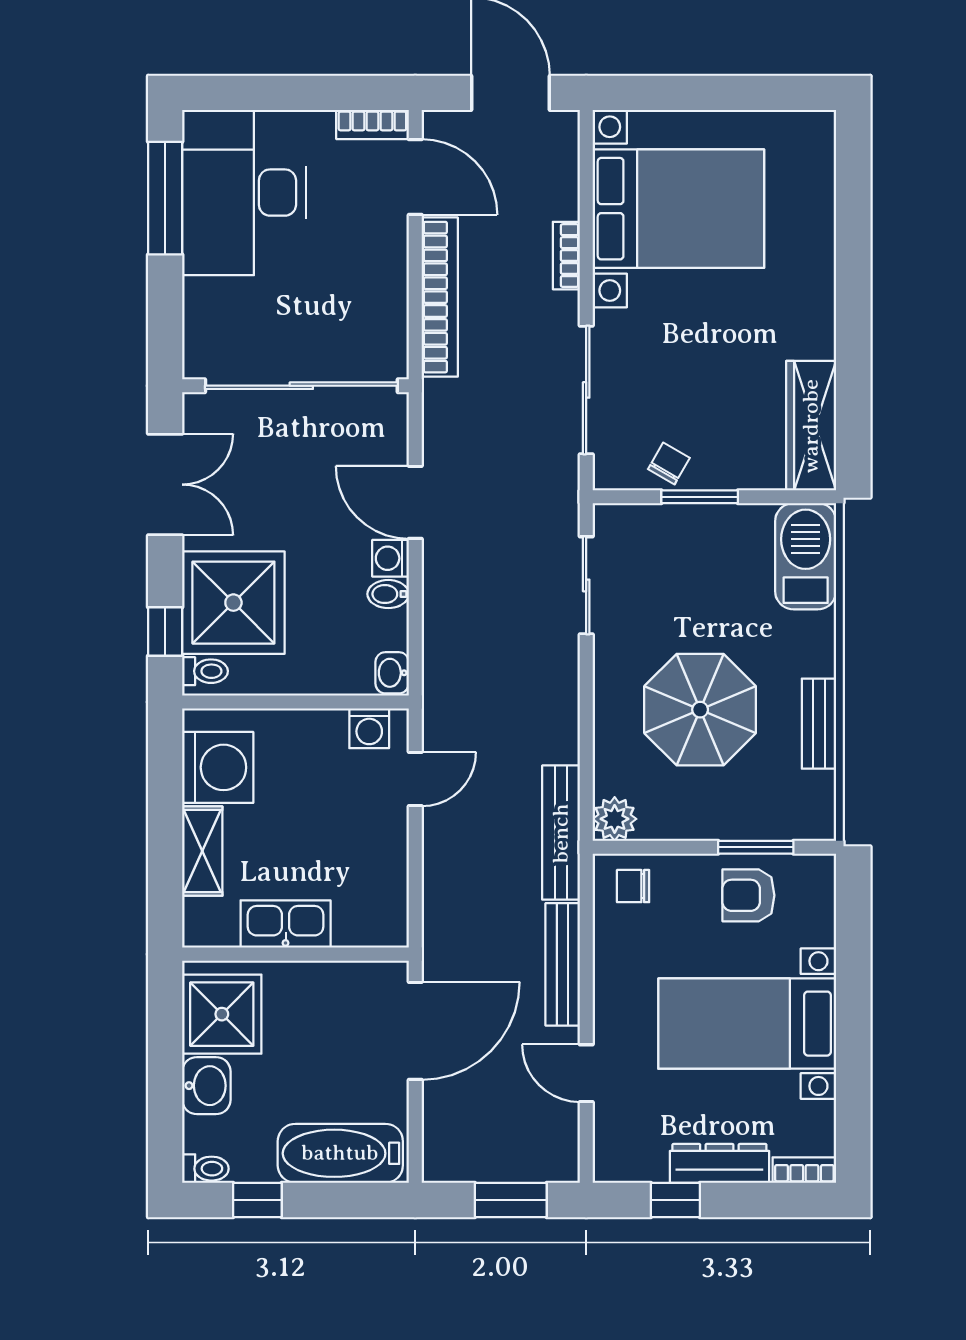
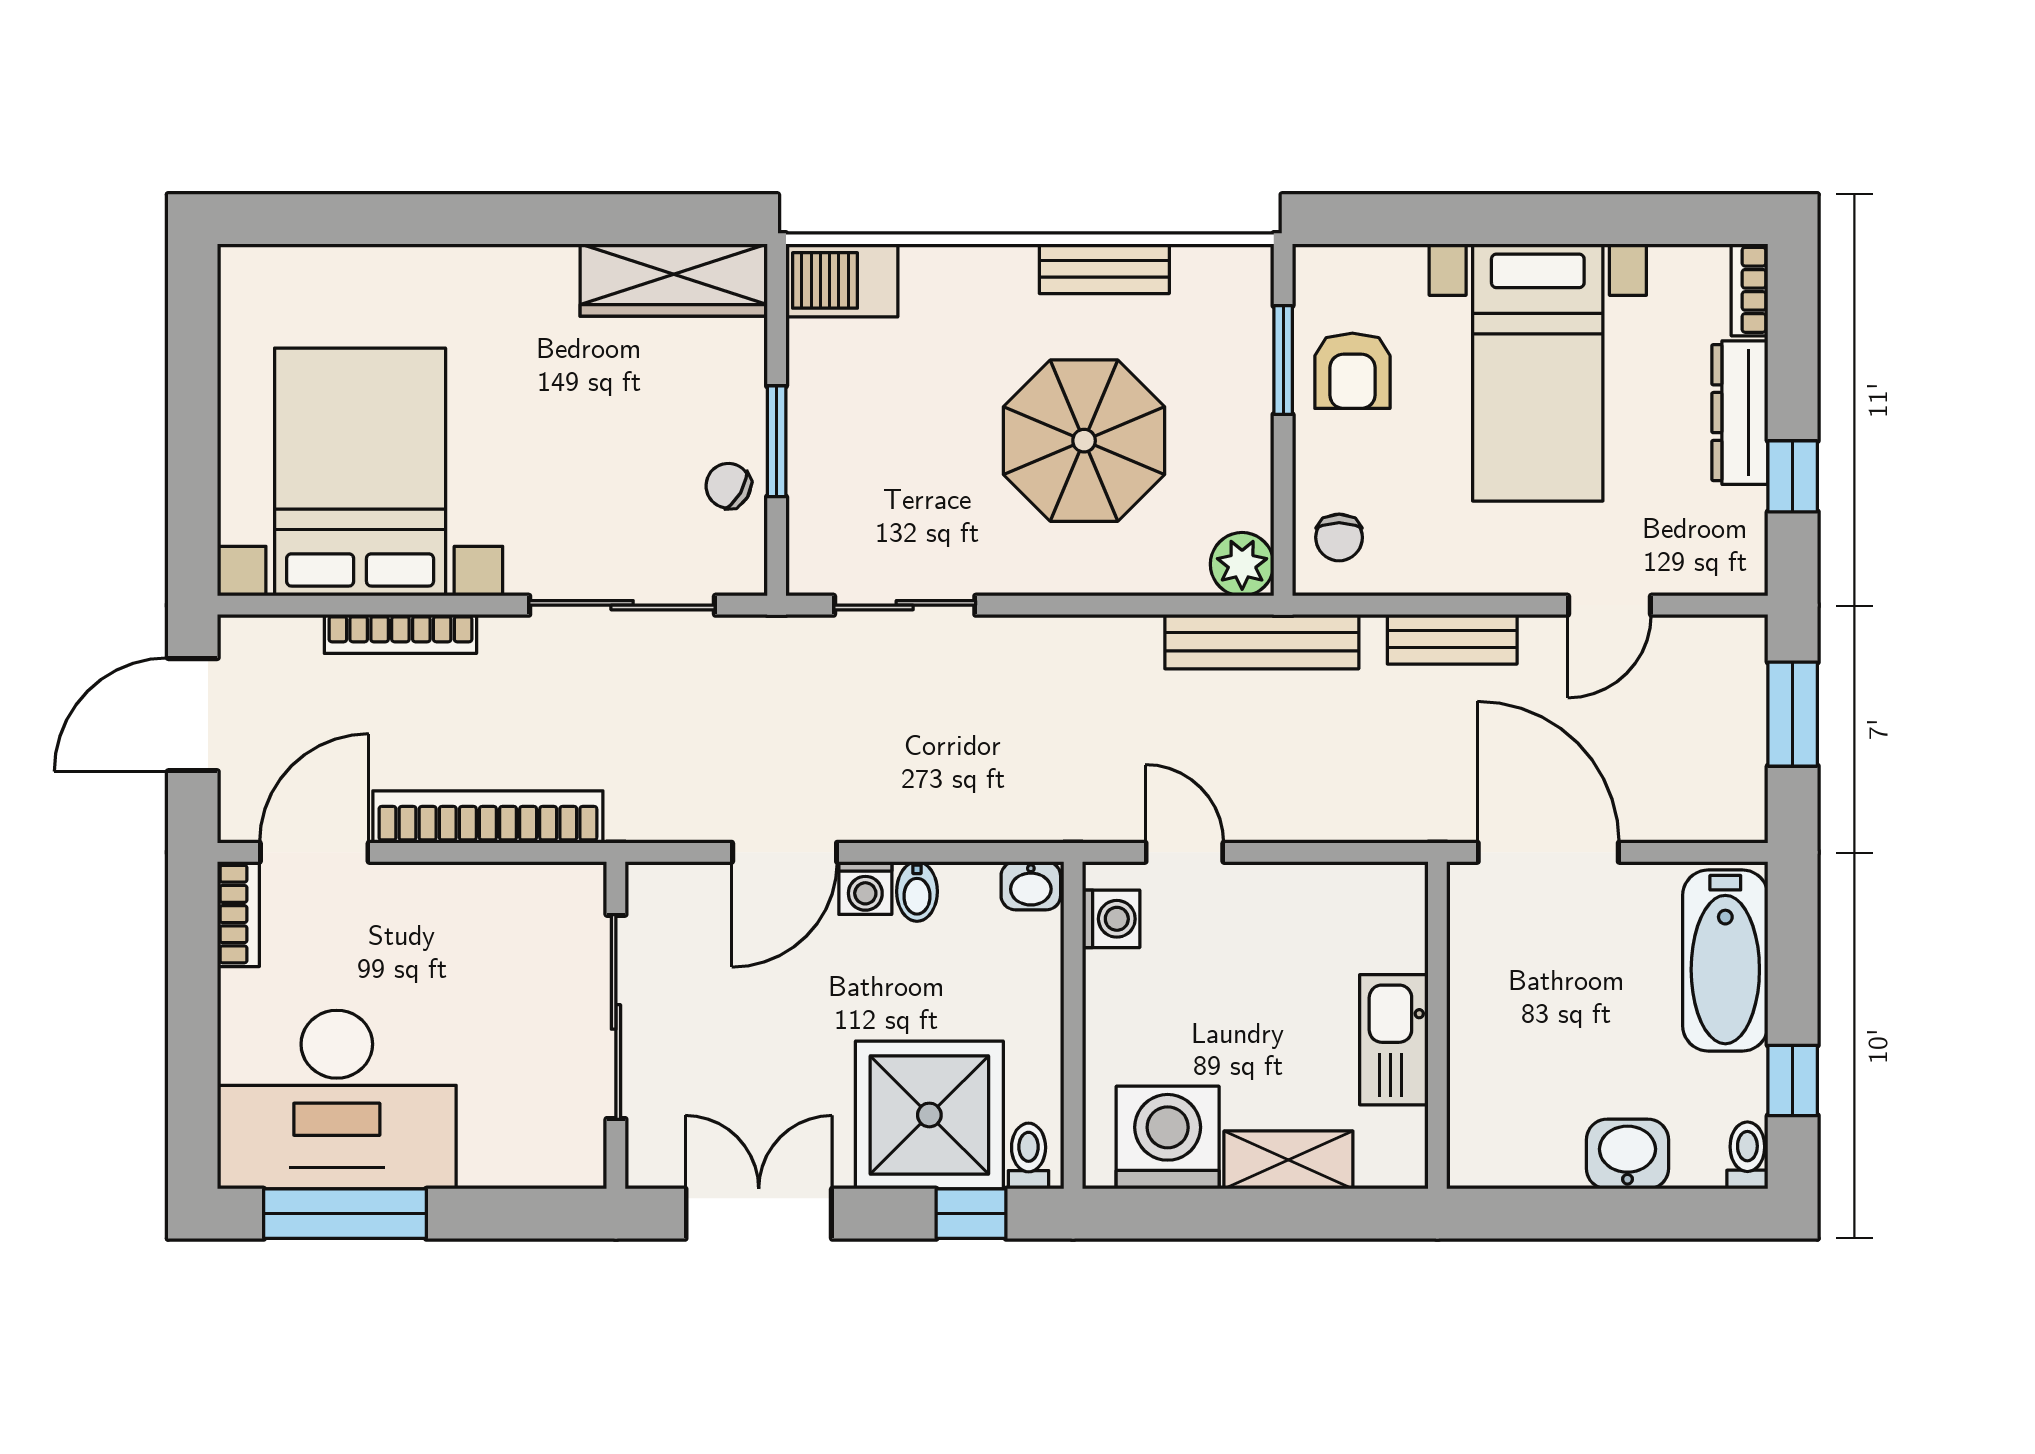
bookcase: (566, 256) -> (400, 634), width x1.56
sliding door: (301, 386) -> (616, 1017), width x0.73
barbecue: (806, 556) -> (842, 280), width x0.73, depth x0.83
bench: (563, 964) -> (1452, 639), width x0.73
shower: (222, 1014) -> (1524, 1132), removed

